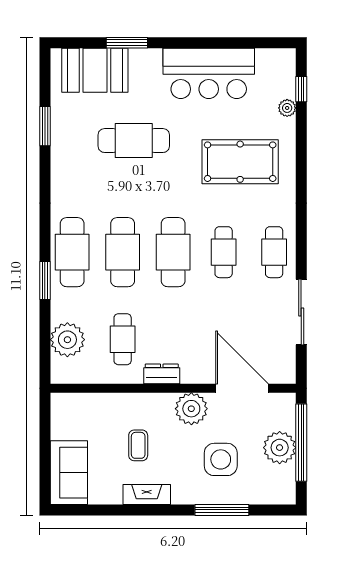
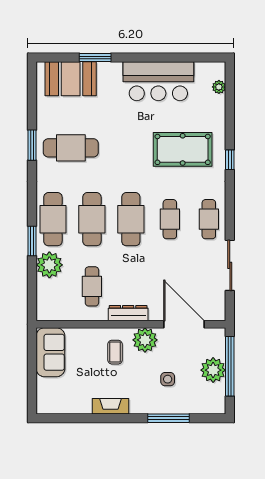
window: (301, 89) -> (230, 160), moved
plant: (287, 108) -> (219, 87), moved
window: (45, 126) -> (32, 145), moved
cafe table: (134, 141) -> (71, 148), moved
plant: (67, 340) -> (49, 265), moved
dresser: (162, 374) -> (128, 313), width x1.44
coffee table: (138, 445) -> (115, 352), moved
side table: (221, 459) -> (168, 379), width x0.54, depth x0.54
sofa: (69, 473) -> (50, 352), moved

